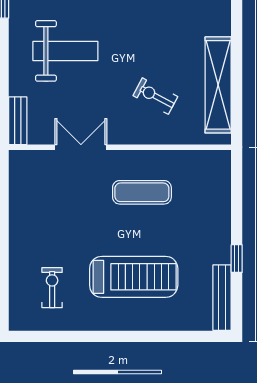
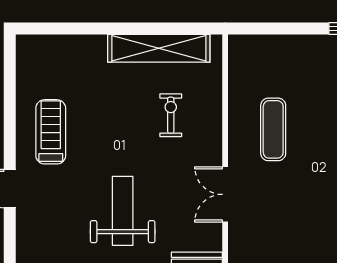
exercise bike: (155, 96) -> (171, 115), turned 152

